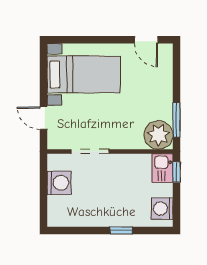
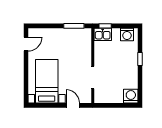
door: (44, 118) -> (73, 105), swing flipped
plant: (159, 135) -> (83, 37), removed
washing machine: (59, 183) -> (131, 96), moved

